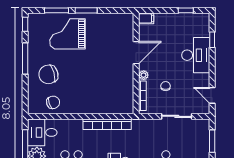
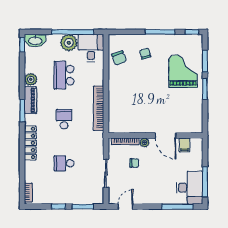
window: (186, 10) -> (205, 182), width x2.17
filing cabinet: (146, 18) -> (185, 145), moved
window: (212, 40) -> (177, 207), width x2.17
desk: (196, 55) -> (190, 188), moved, turned -90
chair: (48, 74) -> (145, 54), width x0.54, depth x0.54

